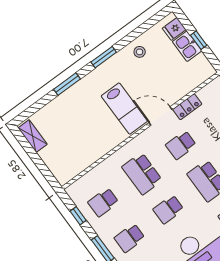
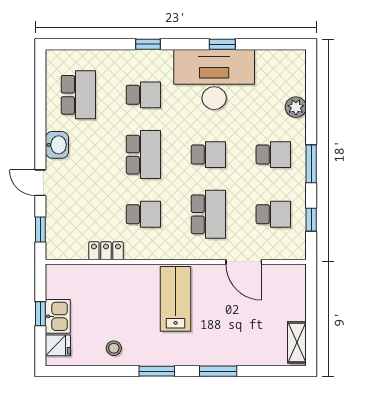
door: (161, 116) -> (244, 262), moved

